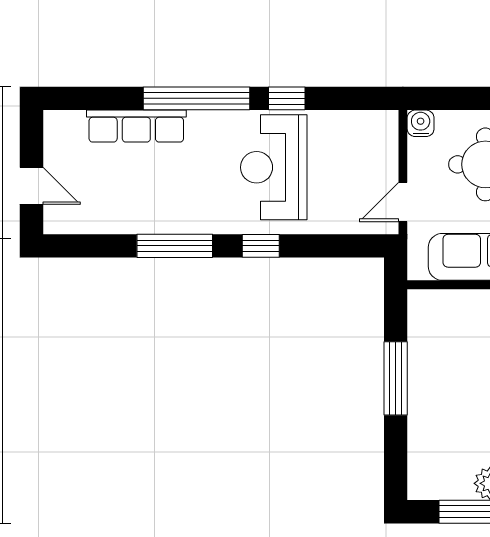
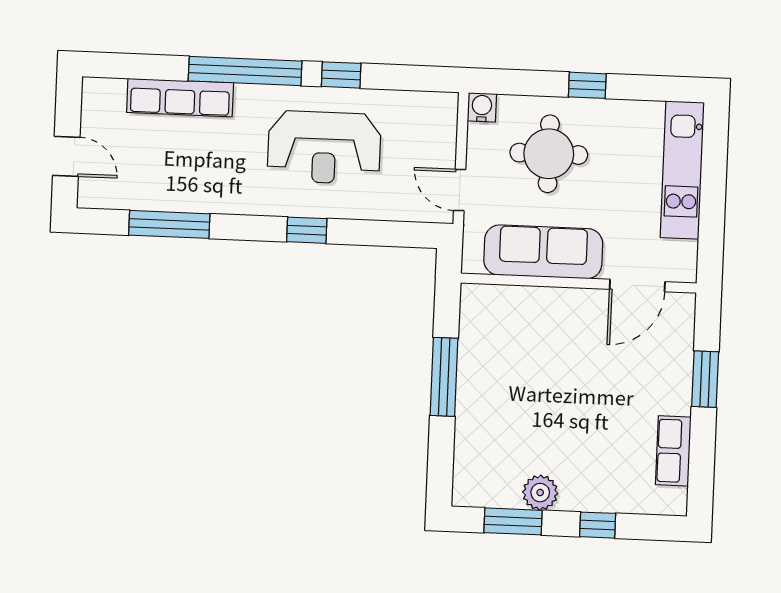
reception desk: (274, 167) -> (324, 147), turned -90
door: (403, 202) -> (460, 190), hinge flipped
window: (175, 246) -> (169, 224), moved

